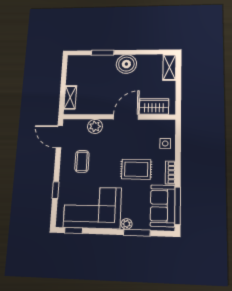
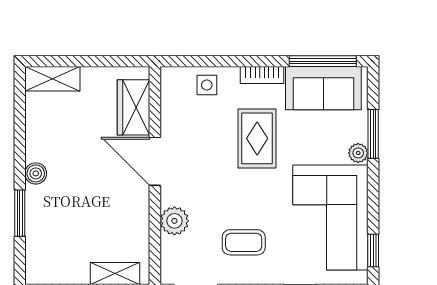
boiler: (126, 64) -> (36, 173), width x0.54, depth x0.54

